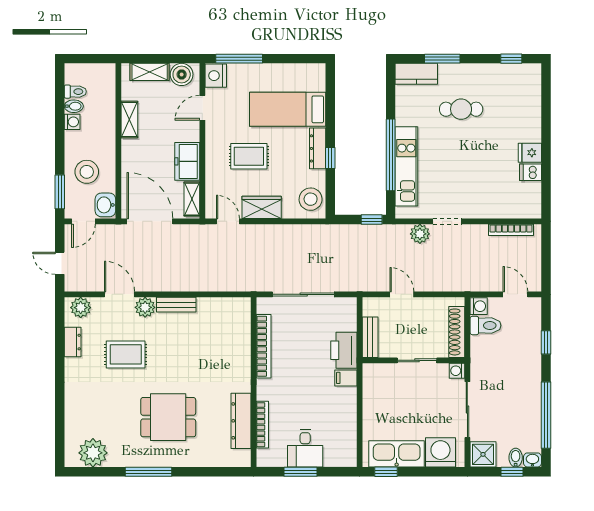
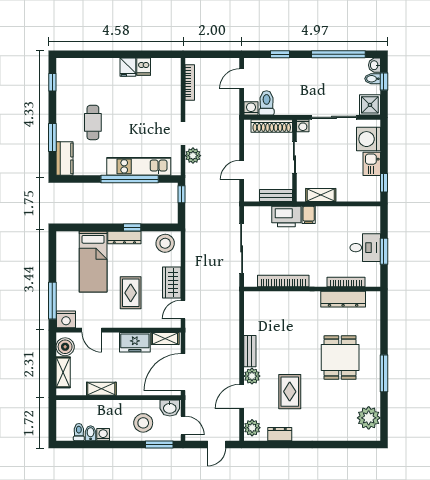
shelving: (371, 393) -> (321, 195), added
kitchen sink: (397, 454) -> (372, 164), width x0.53, depth x0.81

